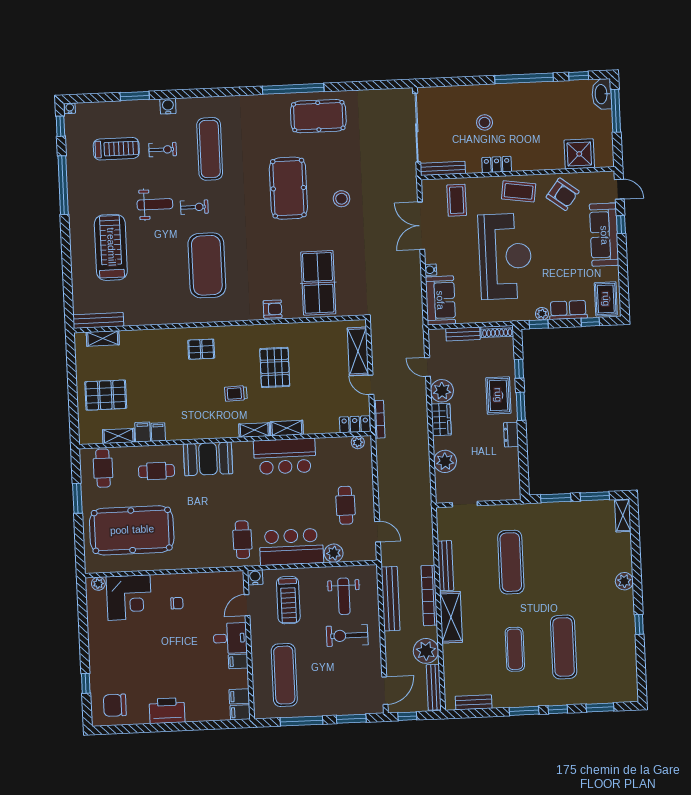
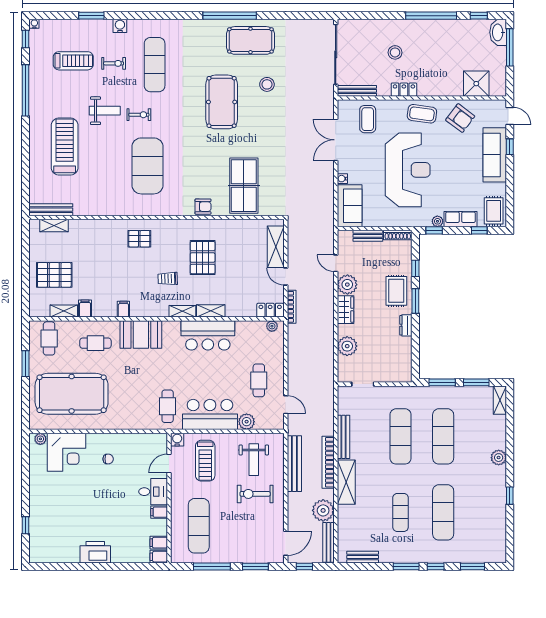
stool: (342, 199) -> (267, 84), moved
filing cabinet: (158, 432) -> (123, 309), moved
exercise mat: (560, 560) -> (443, 436), added
chair: (115, 705) -> (50, 545), removed

